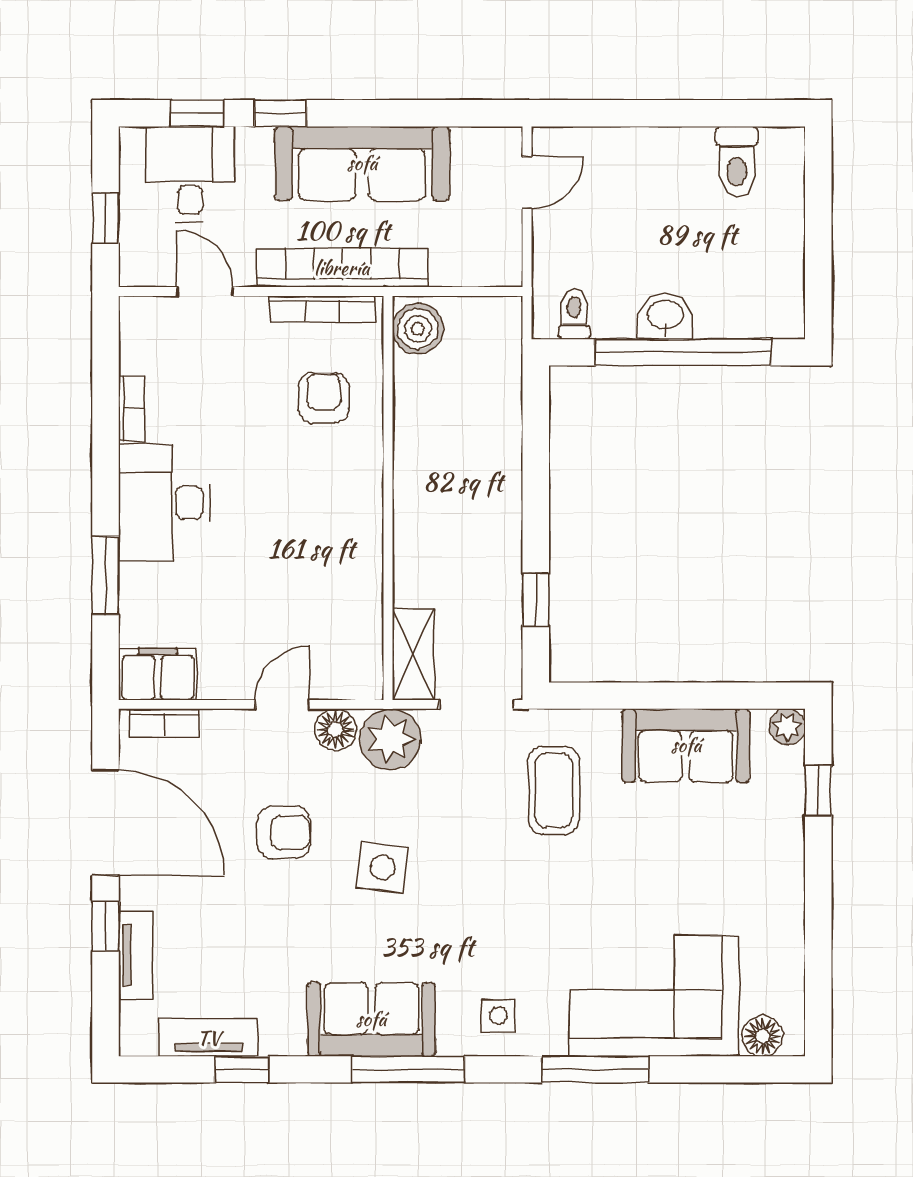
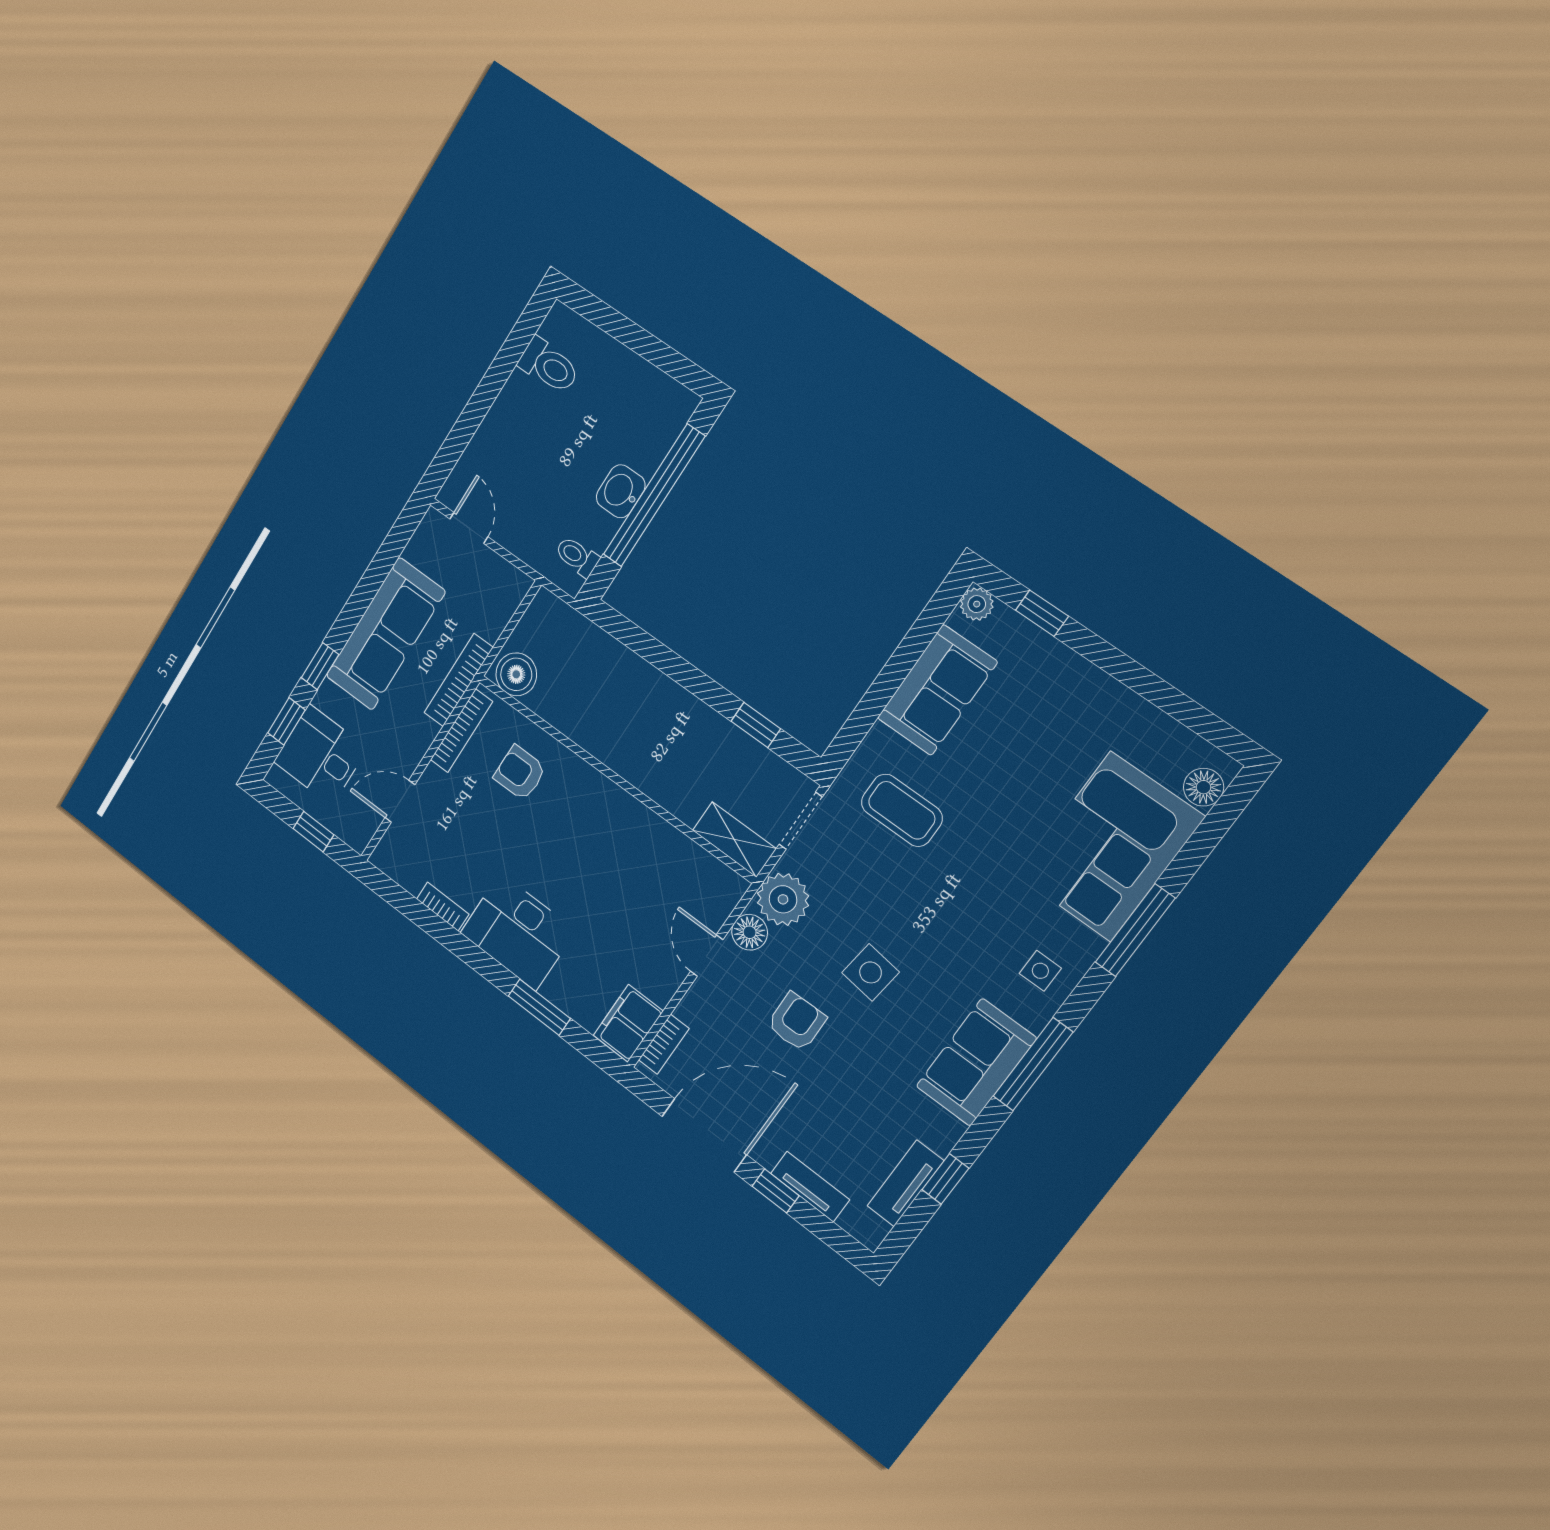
bookcase: (342, 268) -> (459, 680), width x0.68, depth x0.76

